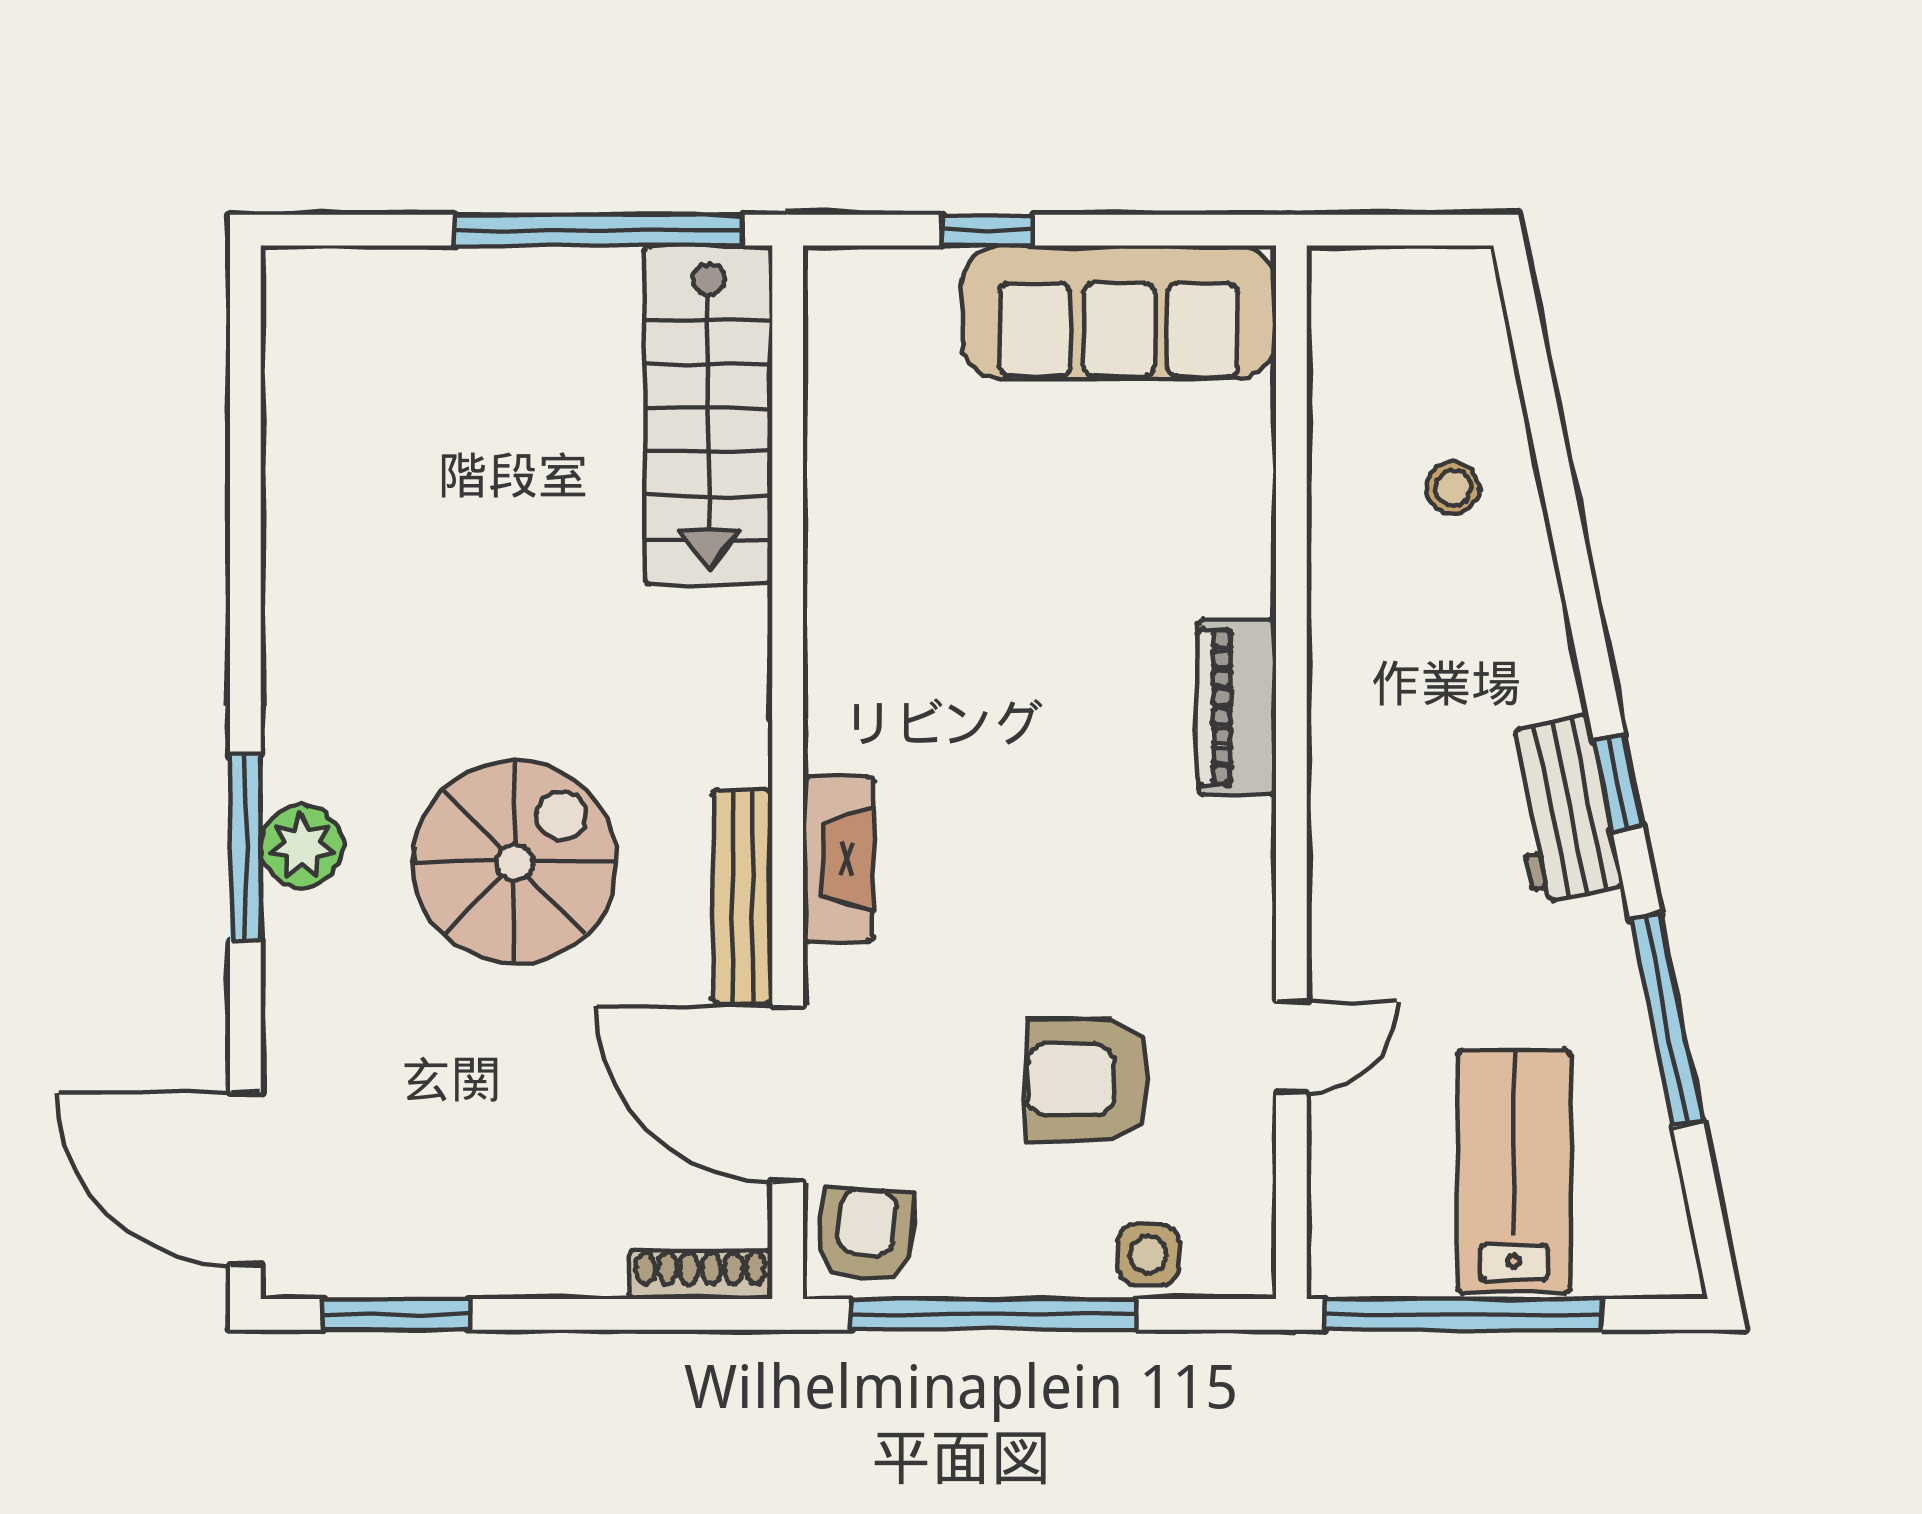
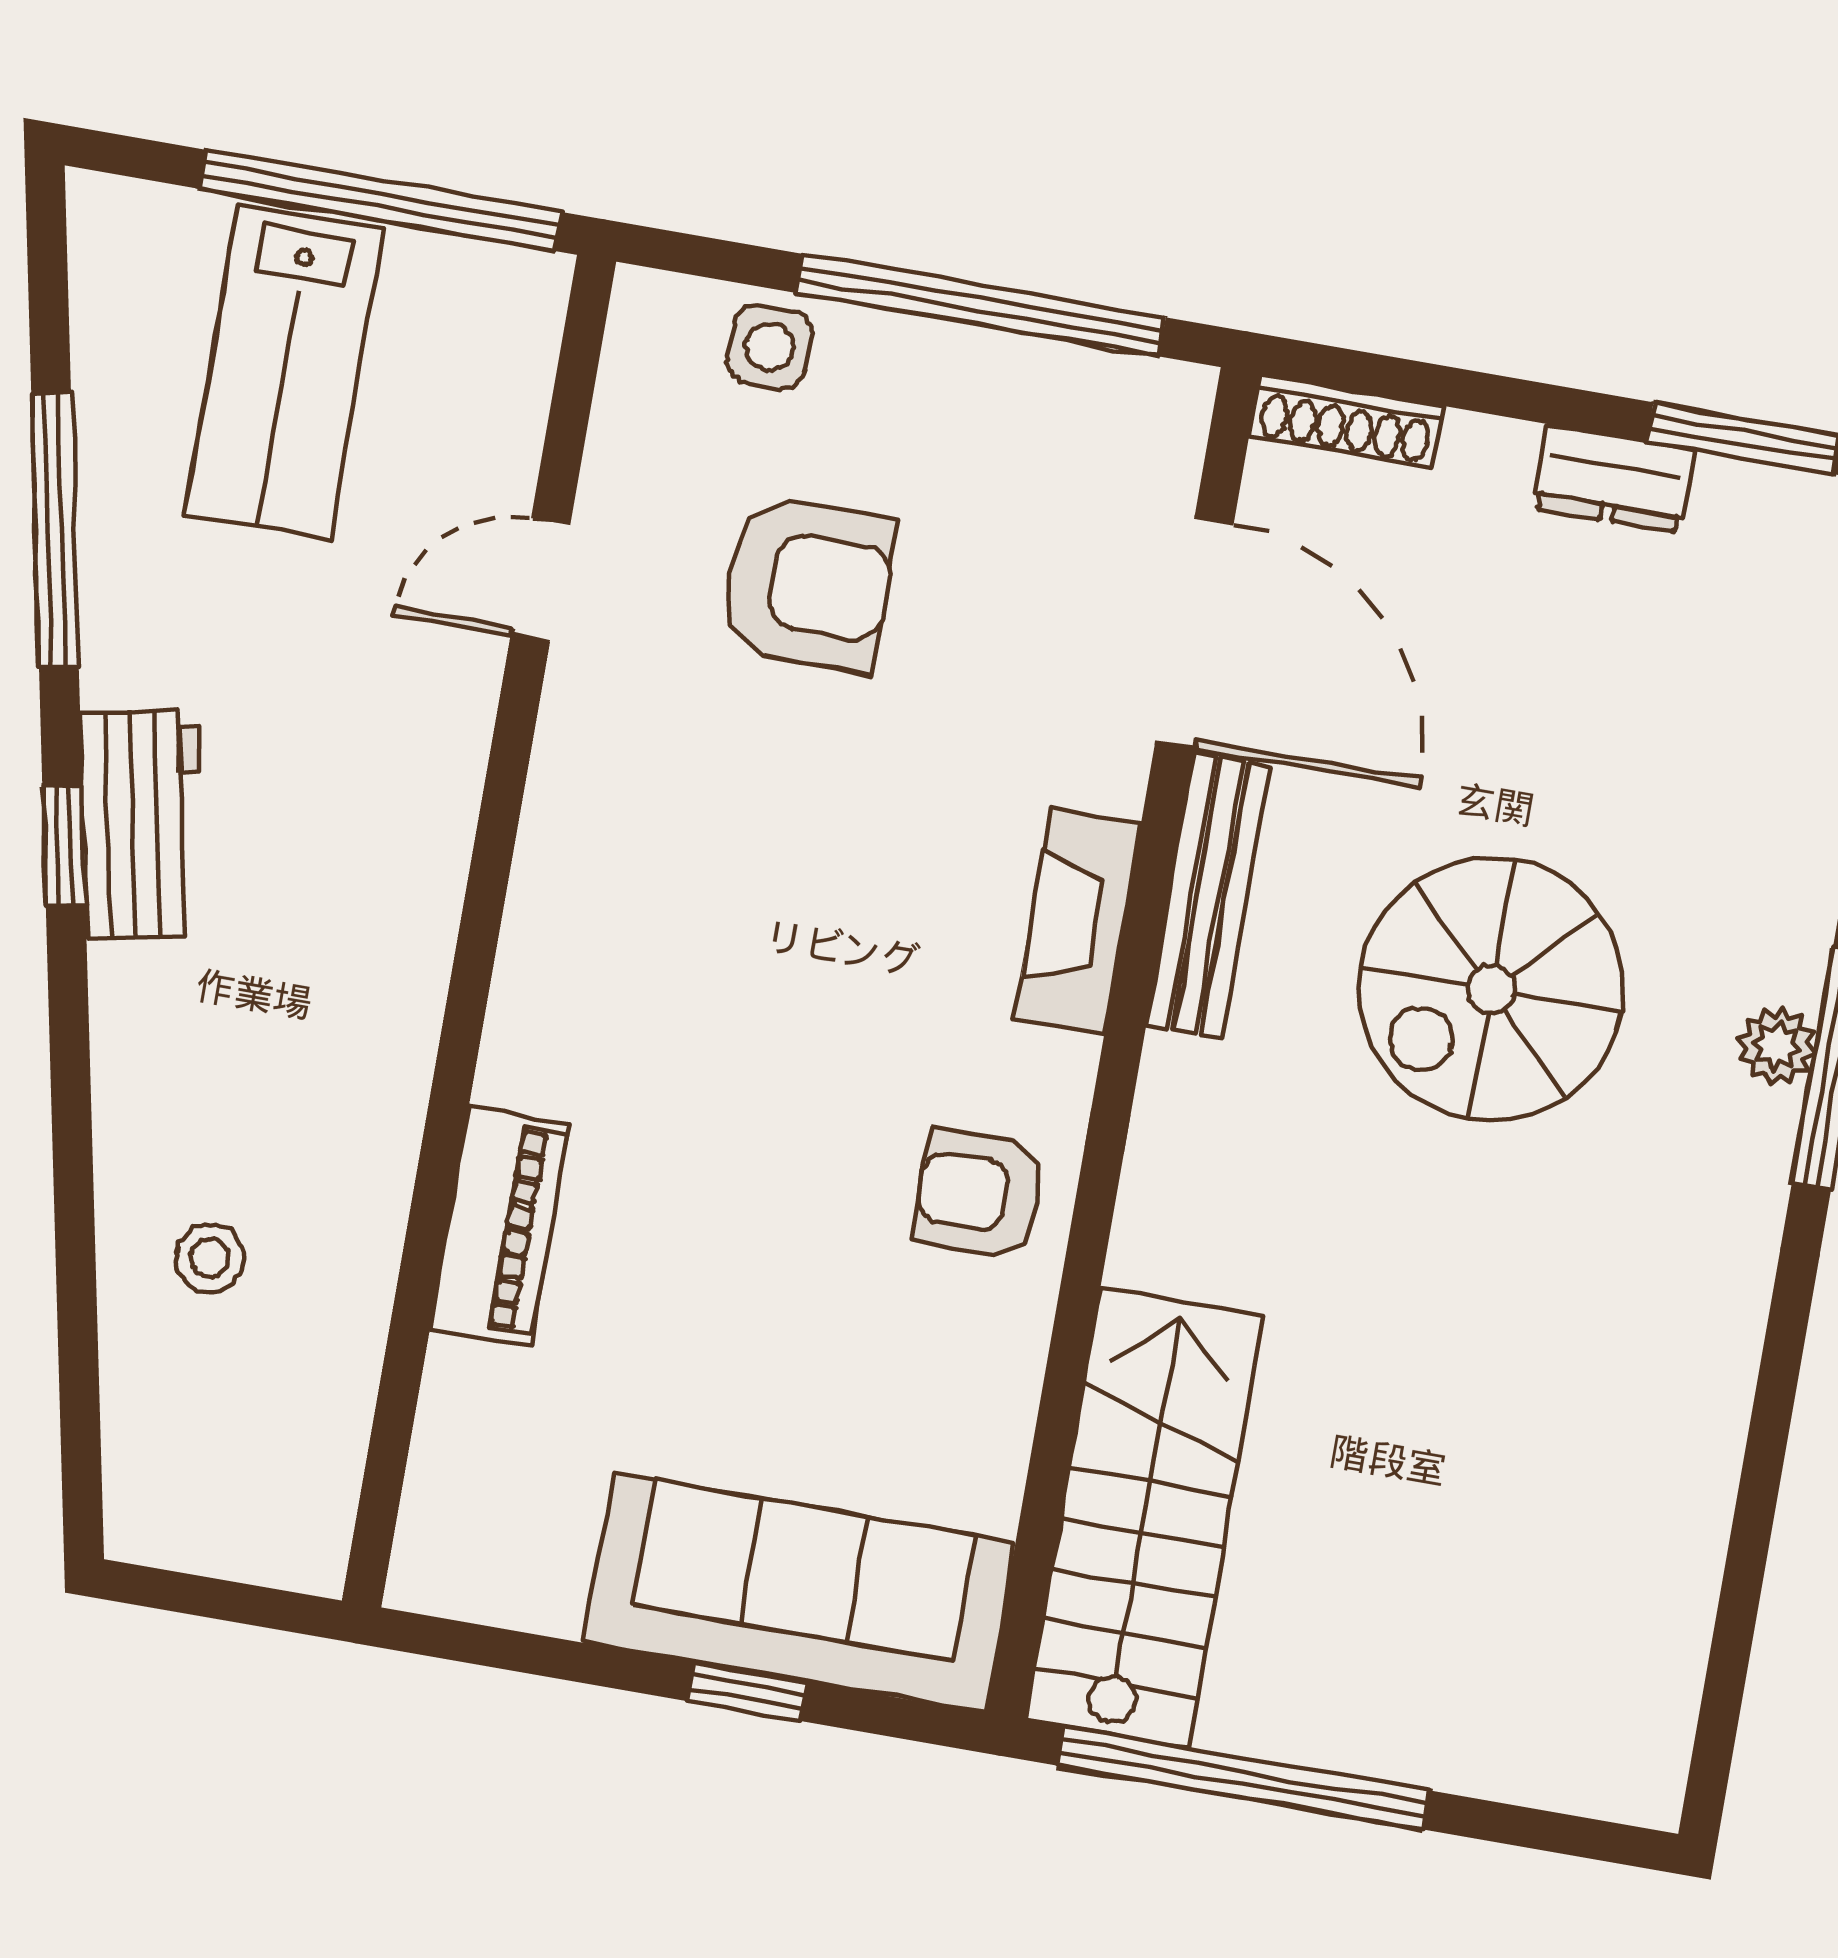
sofa: (1119, 312) -> (800, 1593), moved
piano: (1237, 707) -> (499, 1226), moved
plant: (302, 846) -> (1777, 1046), width x0.73, depth x0.73
armchair: (866, 1235) -> (979, 1194), moved, turned 85
dresser: (490, 1266) -> (1613, 479), added

